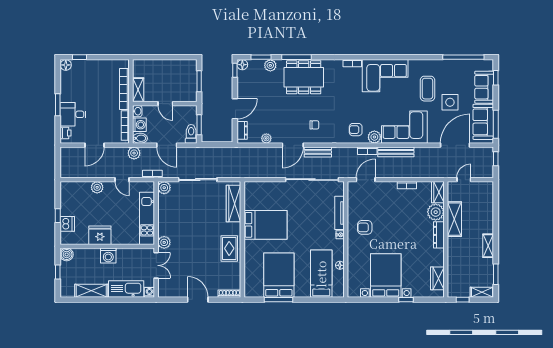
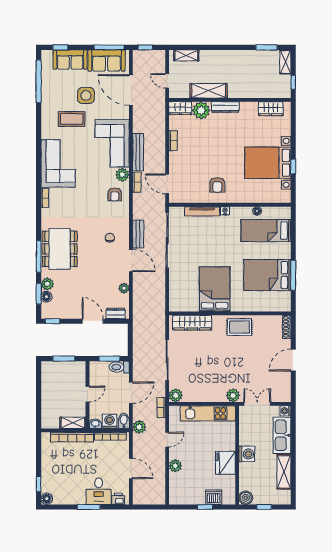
floor lamp: (242, 65) -> (46, 297), moved
shelving: (488, 246) -> (186, 55), moved
window: (406, 300) -> (293, 166), moved

